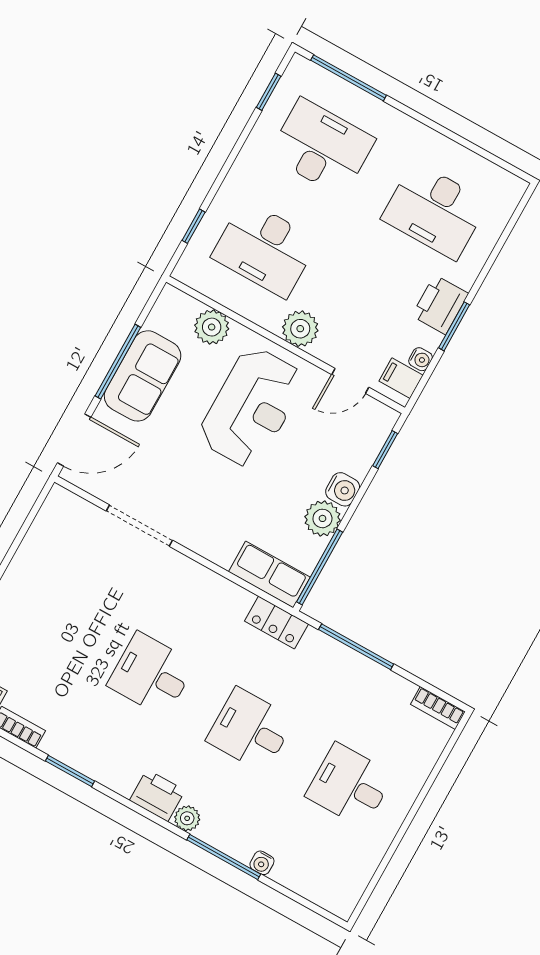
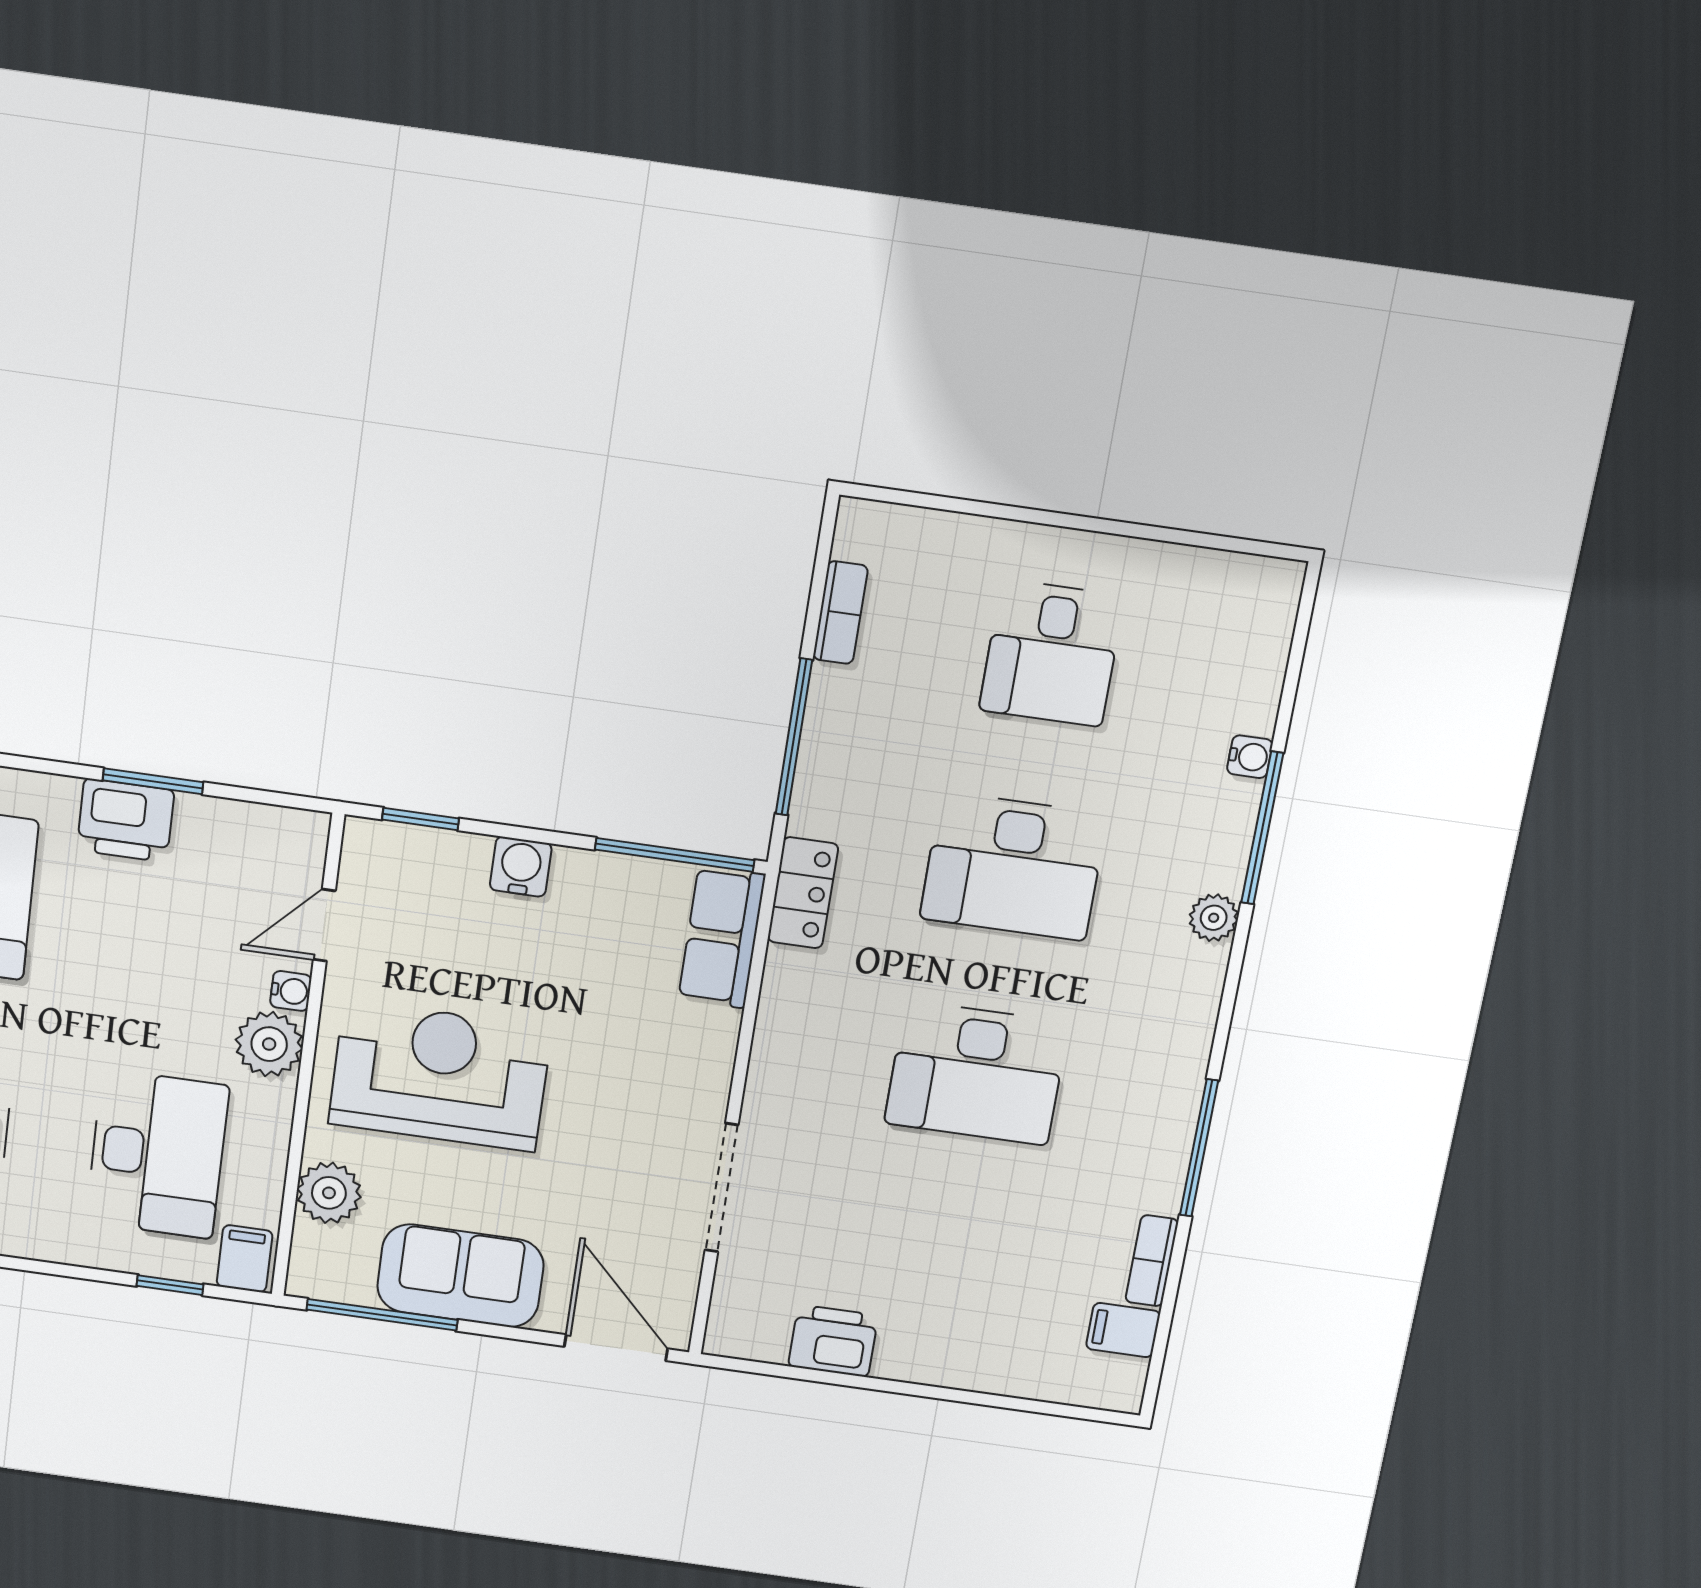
water cooler: (421, 359) -> (291, 991), moved, turned 90
window: (118, 362) -> (382, 1315), moved
filing cabinet: (401, 378) -> (245, 1259), moved, turned 180
door: (350, 381) -> (324, 925), swing flipped
plant: (322, 518) -> (586, 882), removed
desk: (151, 674) -> (976, 1073), width x1.37
bookcase: (438, 708) -> (840, 613), moved
desk: (250, 730) -> (1013, 867), width x1.37
window: (70, 771) -> (1199, 1148), width x1.44
printer: (157, 795) -> (833, 1341), moved, turned 90

